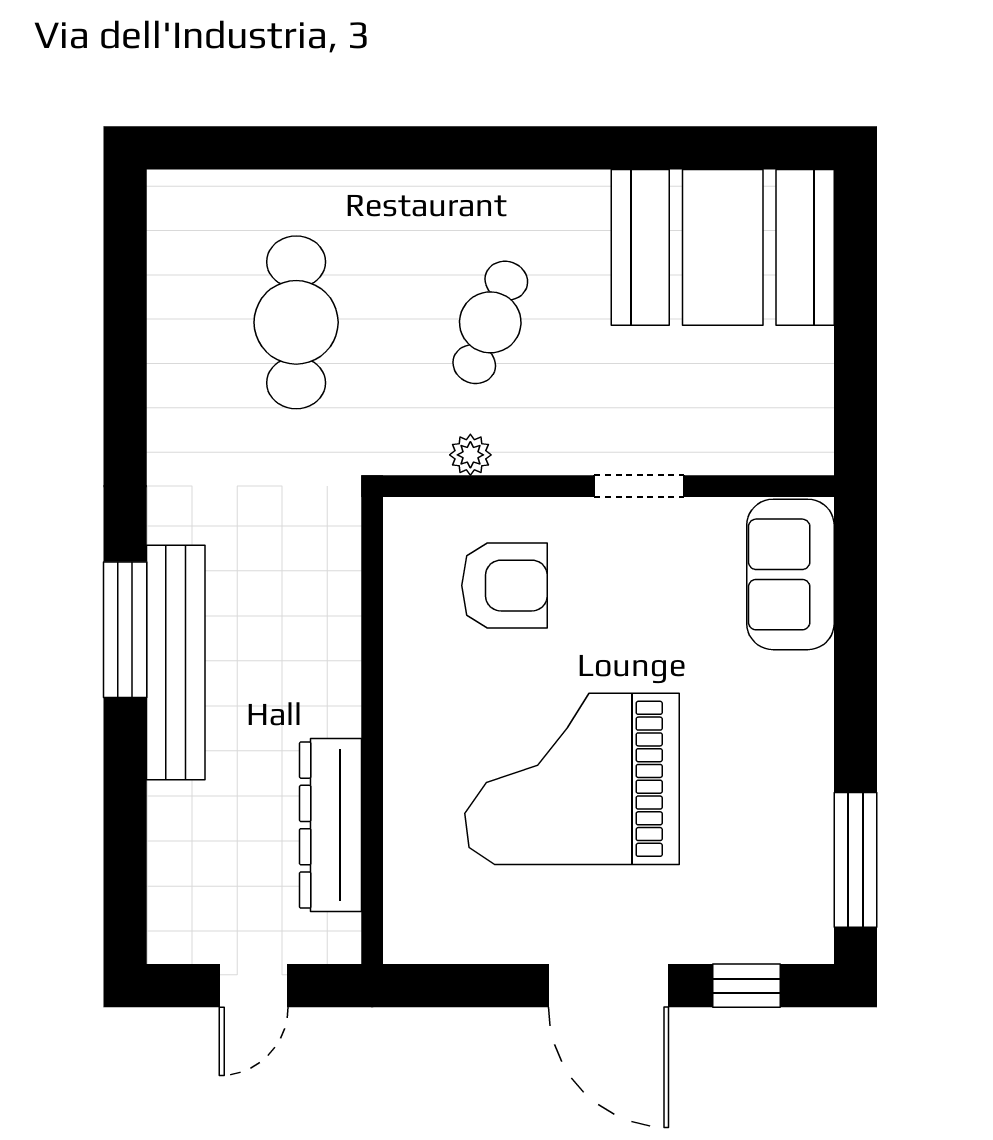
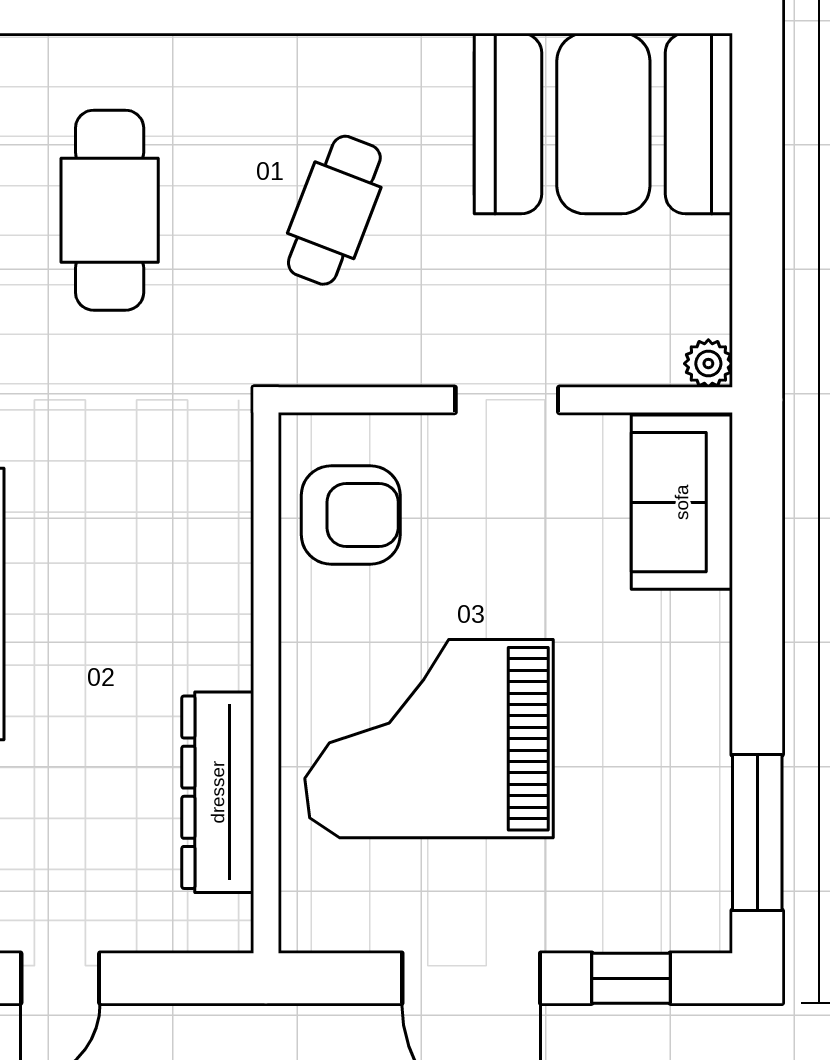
plant: (470, 455) -> (708, 364), moved
wall: (372, 731) -> (266, 683), moved
dresser: (330, 825) -> (218, 792), moved

